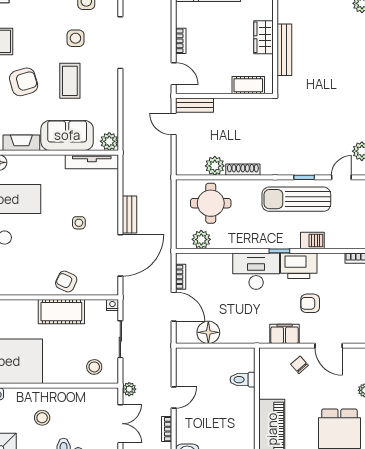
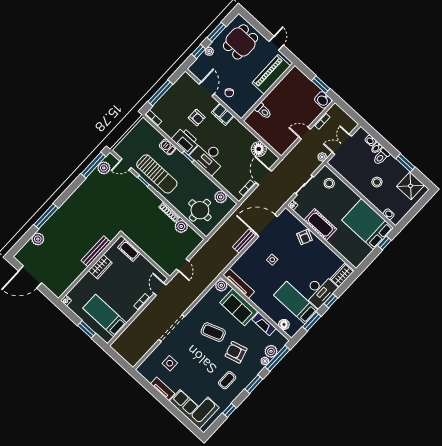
side table: (75, 38) -> (191, 350), removed
coffee table: (70, 81) -> (213, 332), turned 70
bench: (195, 105) -> (164, 265), removed

